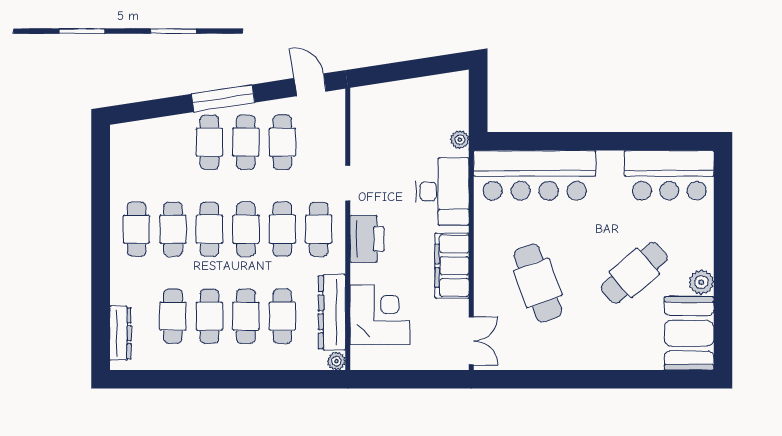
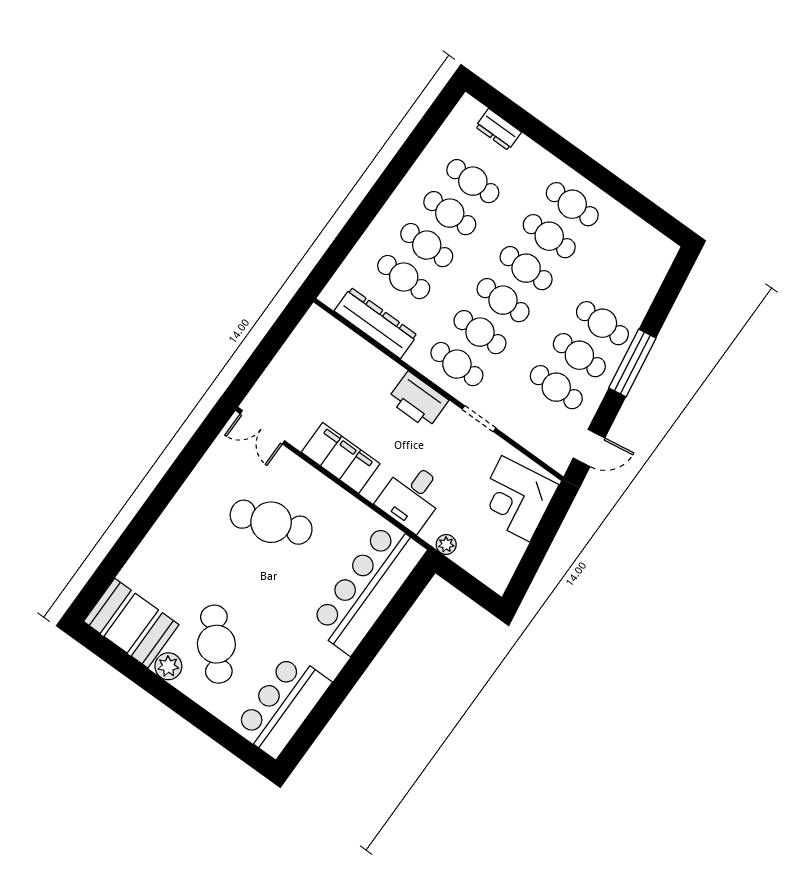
desk: (442, 191) -> (412, 496), width x0.73
cafe table: (634, 273) -> (216, 644), moved
corner desk: (380, 315) -> (516, 499), moved, turned 81
dresser: (120, 333) -> (498, 129), width x0.70
plant: (336, 361) -> (330, 296), removed

